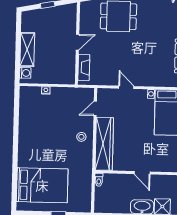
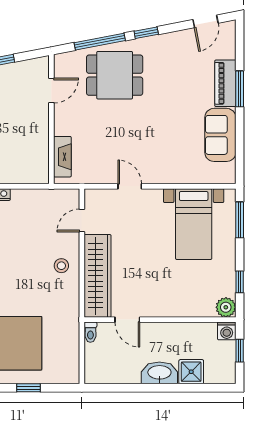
door: (77, 42) -> (51, 91), moved
door: (142, 173) -> (127, 320), moved

